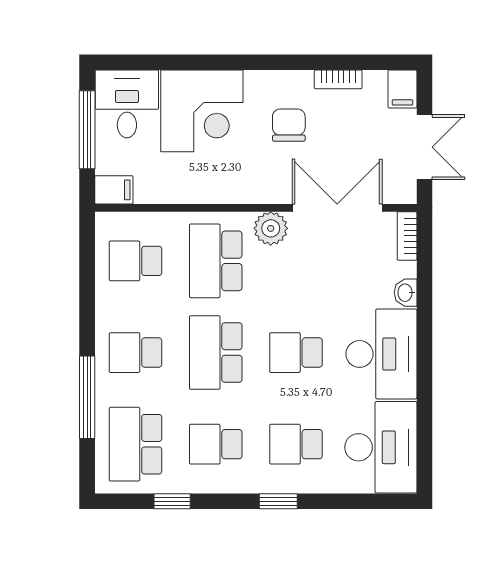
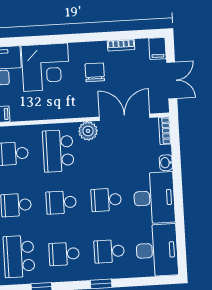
school desk: (216, 353) -> (61, 202), width x0.54

